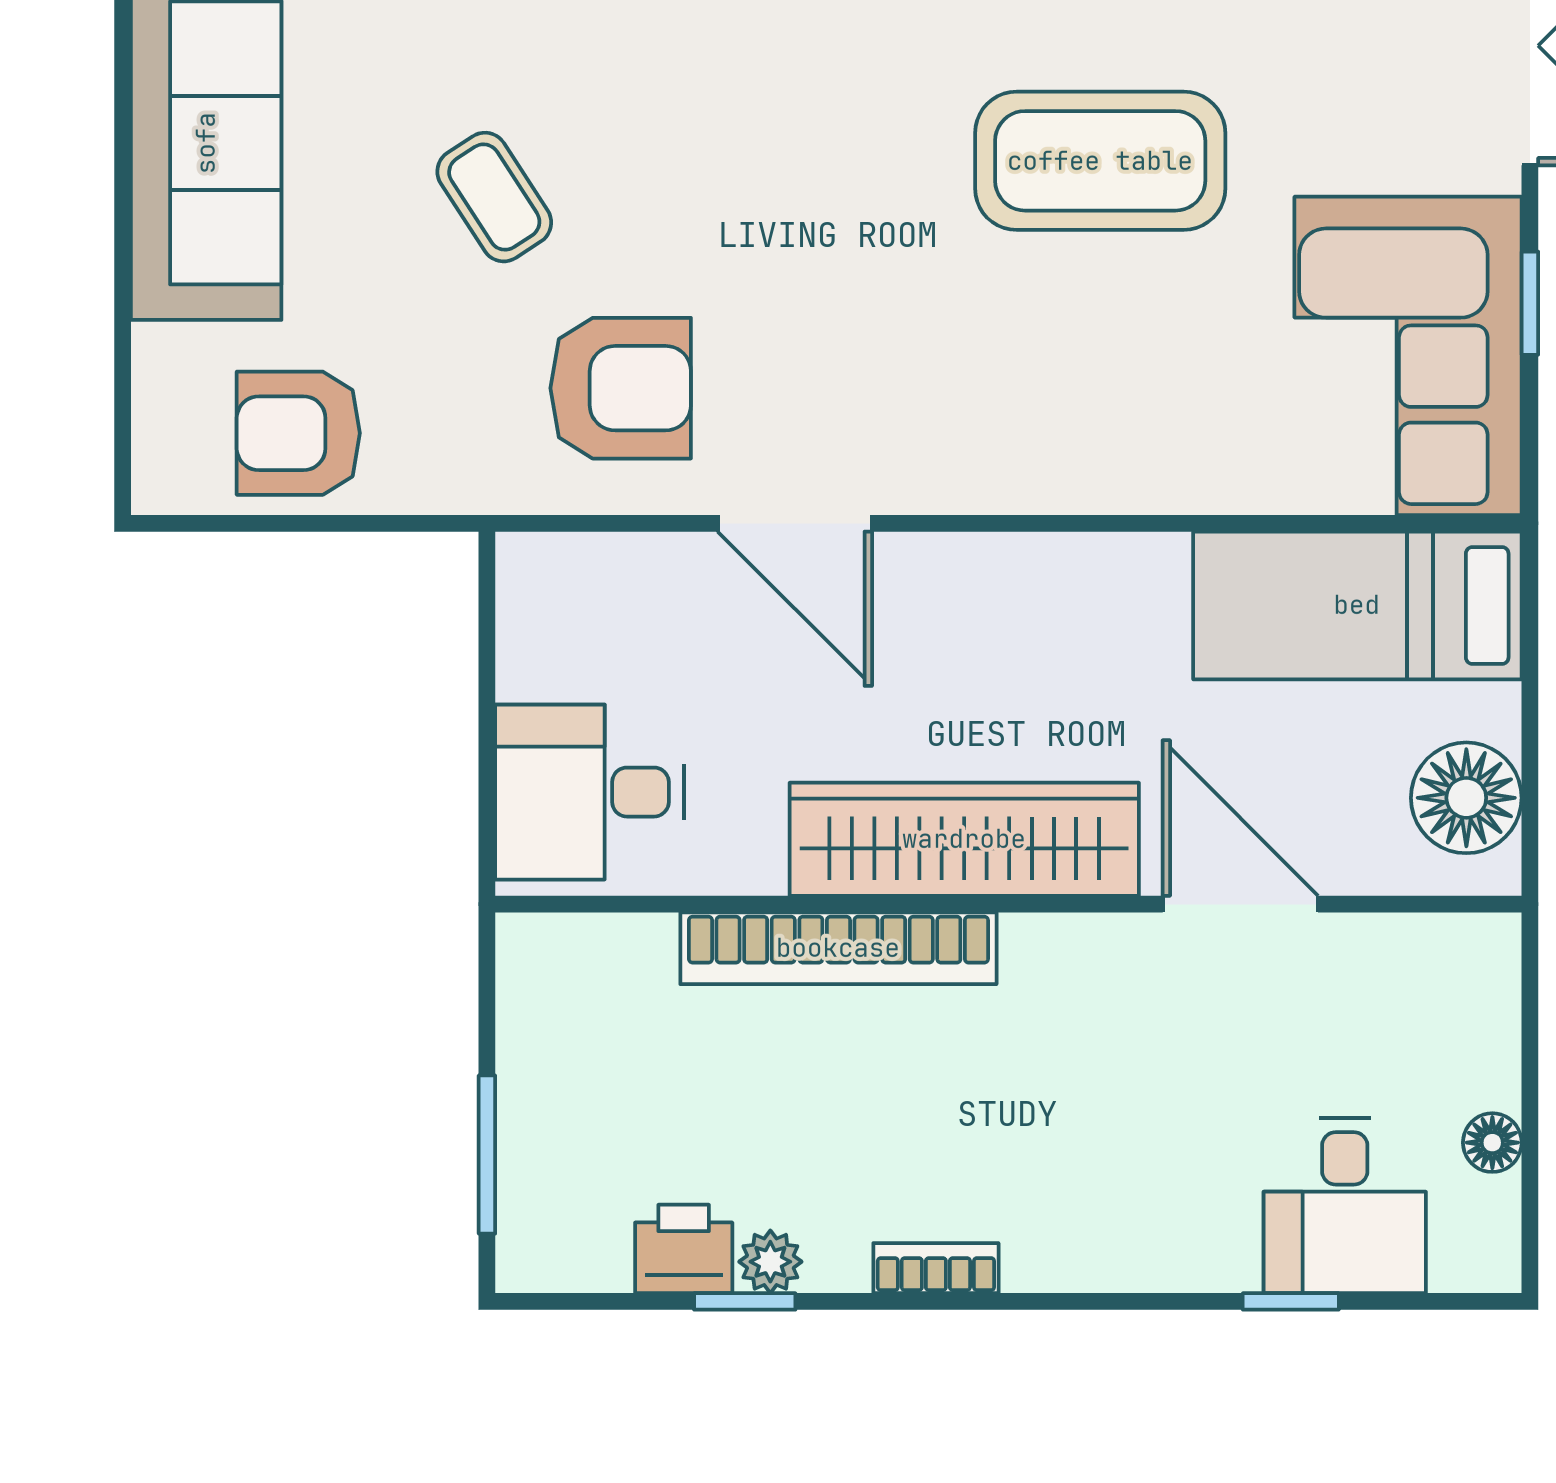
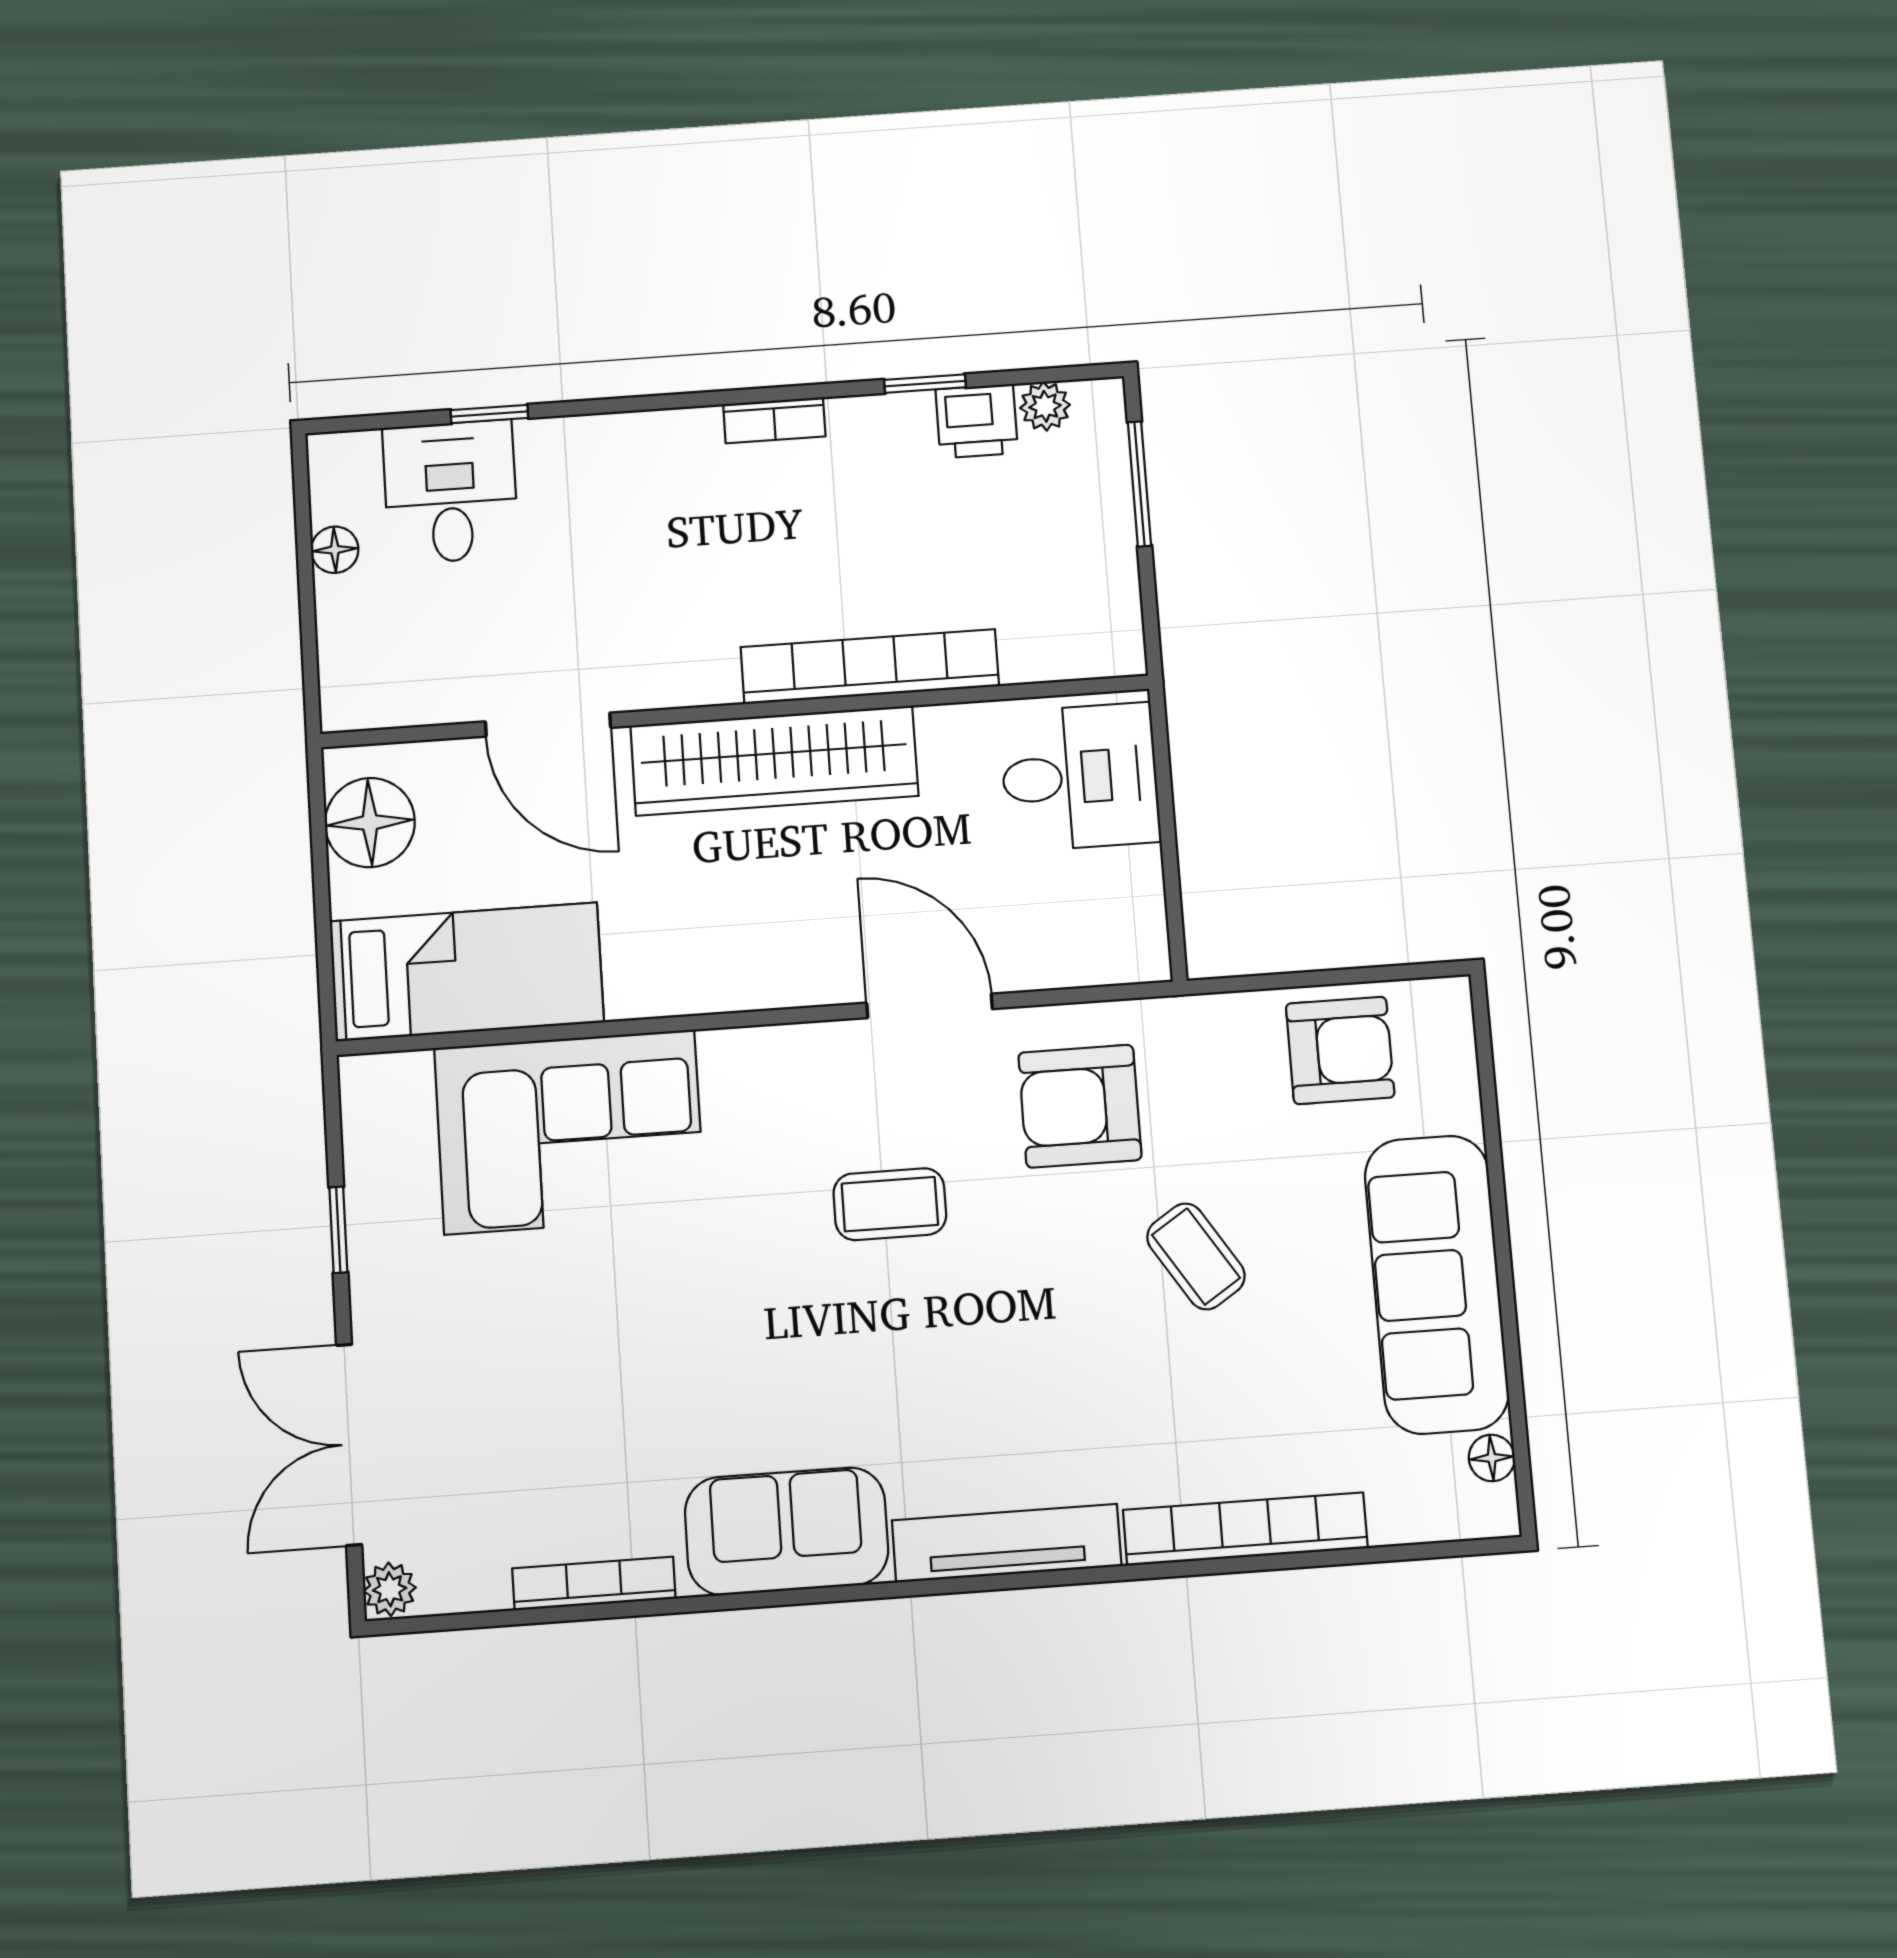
coffee table: (1100, 161) -> (890, 1204), moved, width x0.54, depth x0.58
corner sofa: (1408, 356) -> (570, 1132), moved, turned 90
plant: (770, 1262) -> (1045, 406), moved

